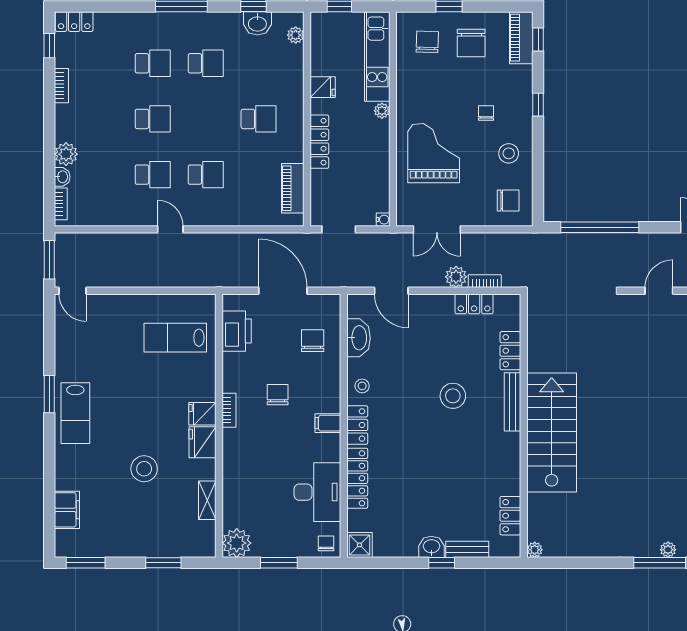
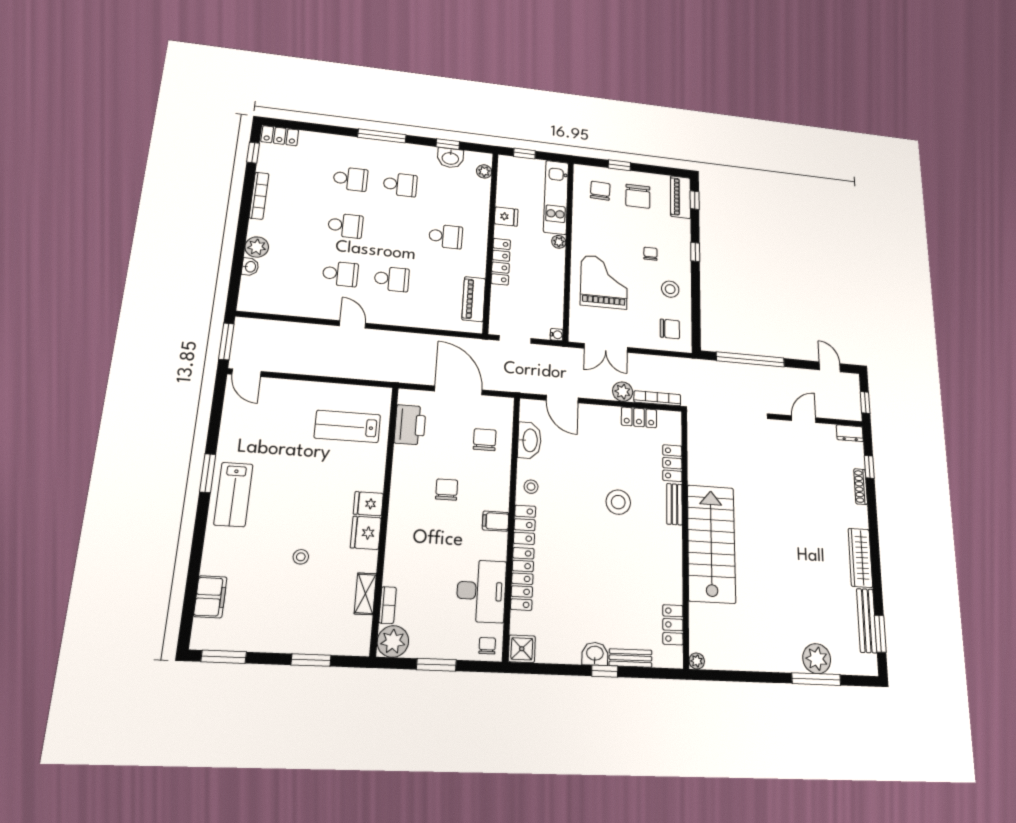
bookcase: (61, 86) -> (259, 196), width x1.56
bookcase: (61, 204) -> (245, 291), removed
bookcase: (485, 281) -> (657, 398), width x1.56
bench: (512, 402) -> (674, 504), width x0.73
bookcase: (229, 410) -> (388, 605), moved
stool: (144, 469) -> (301, 557), width x0.53, depth x0.53
plant: (668, 550) -> (817, 659), width x1.88, depth x1.88

